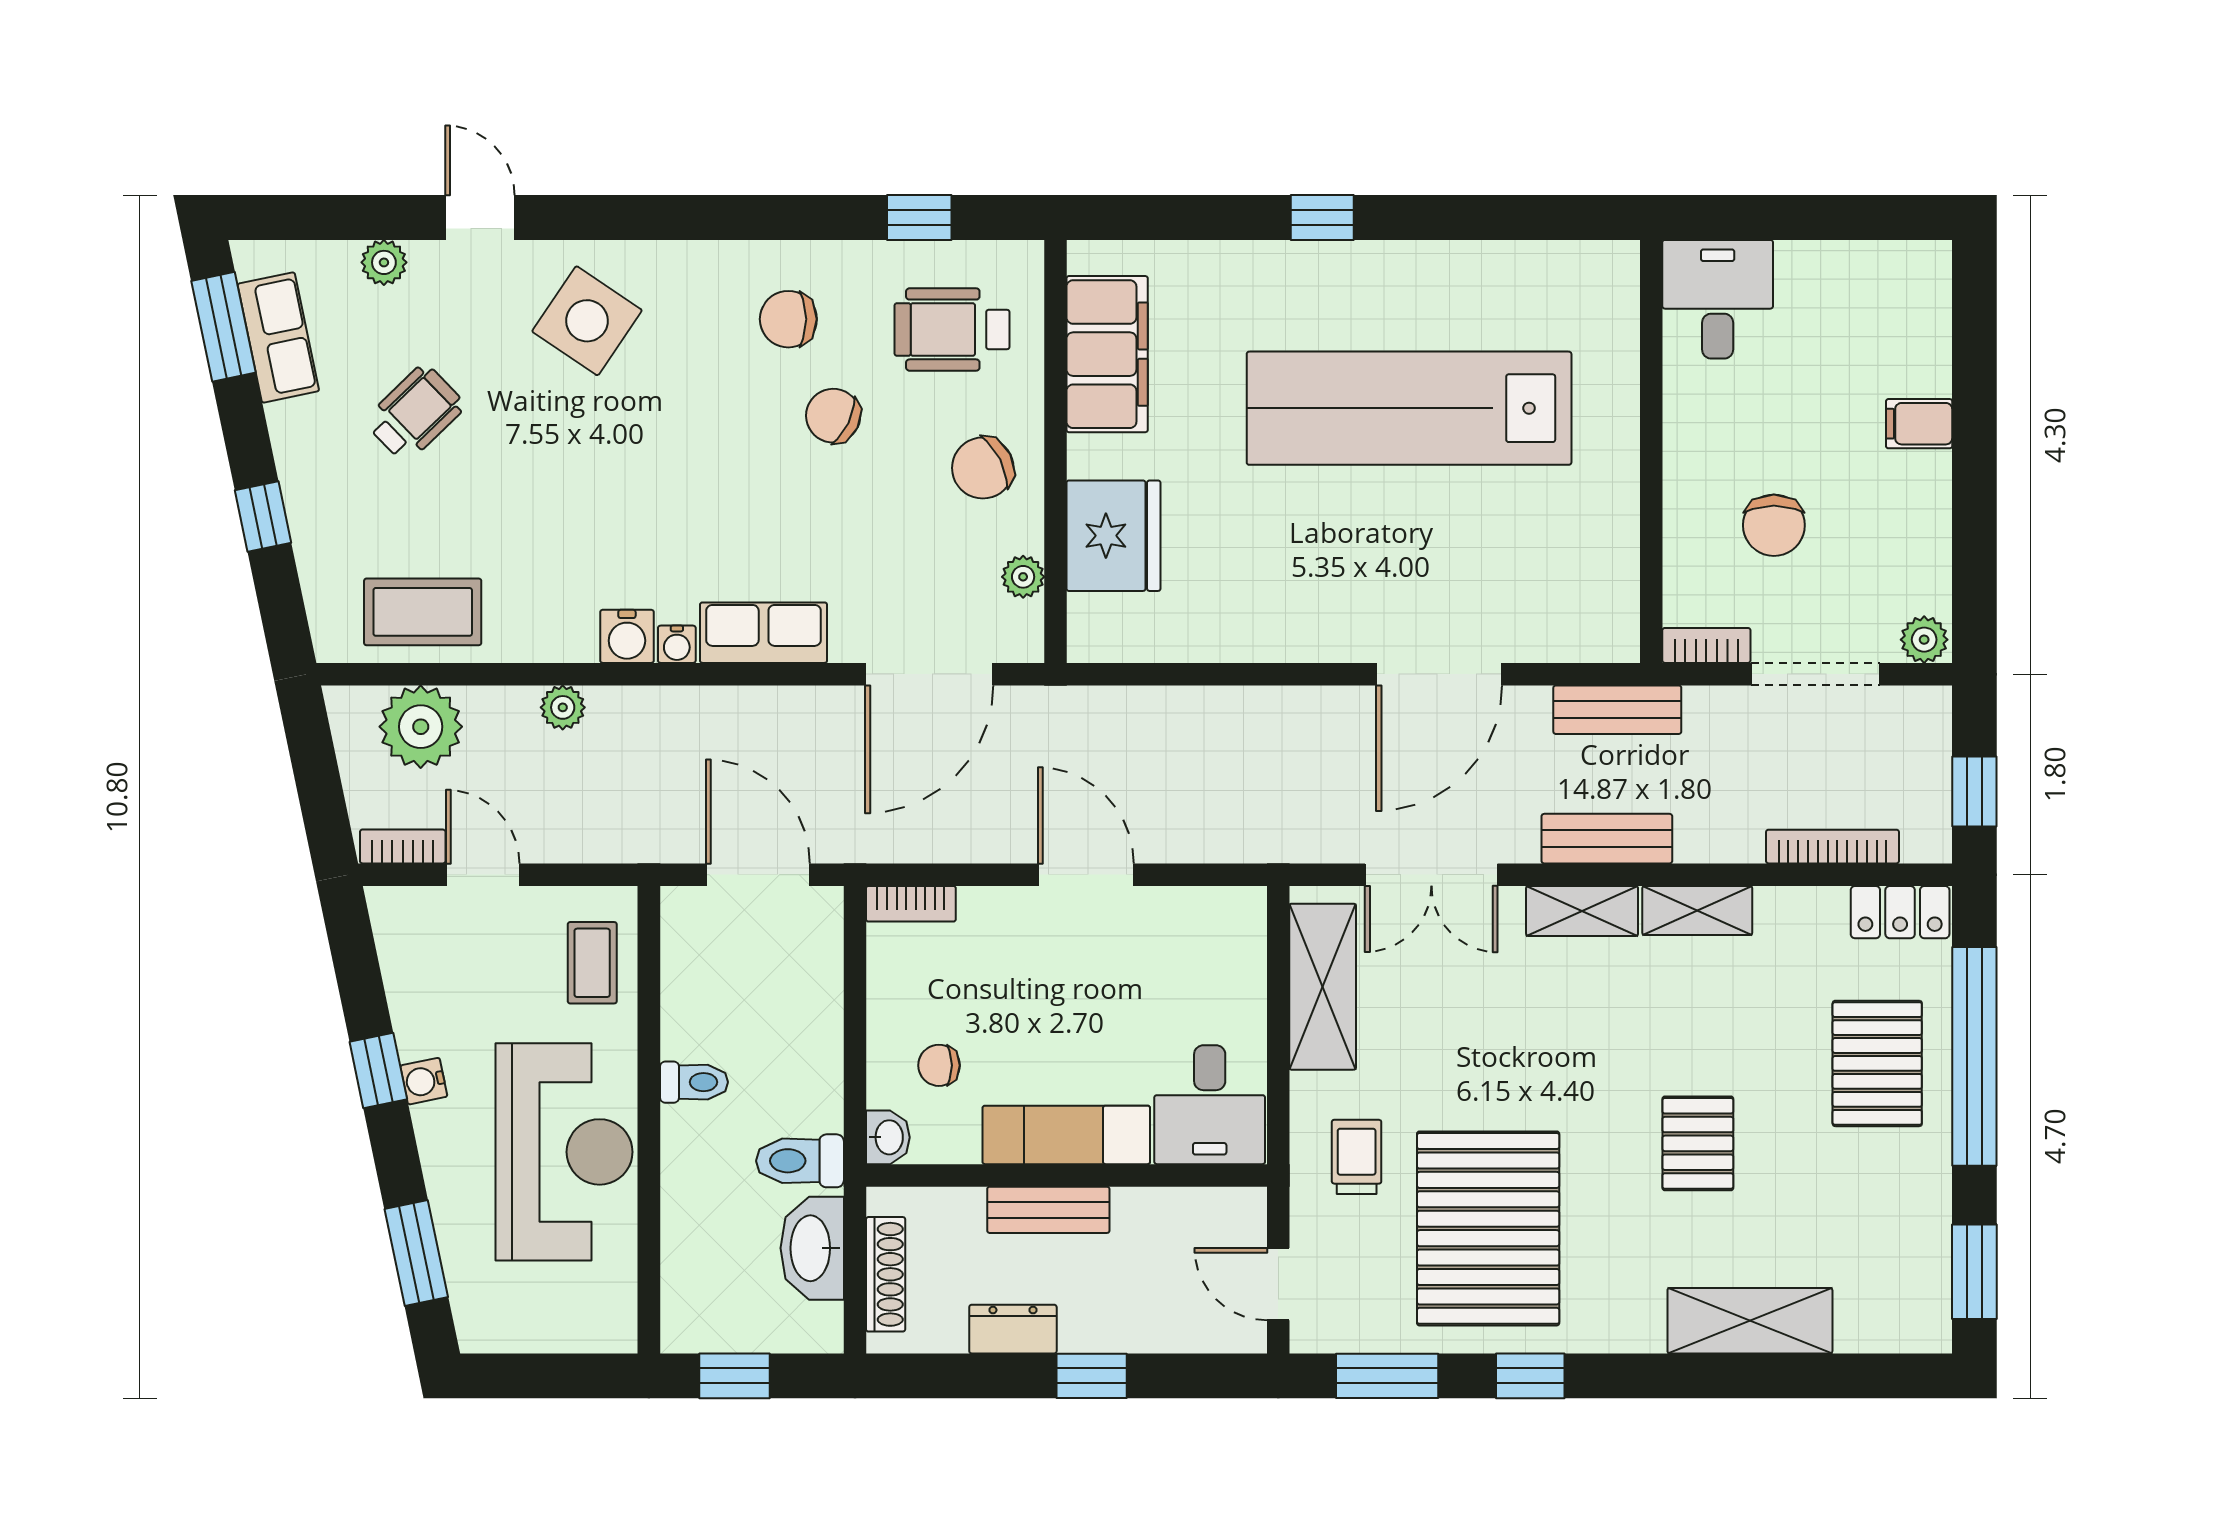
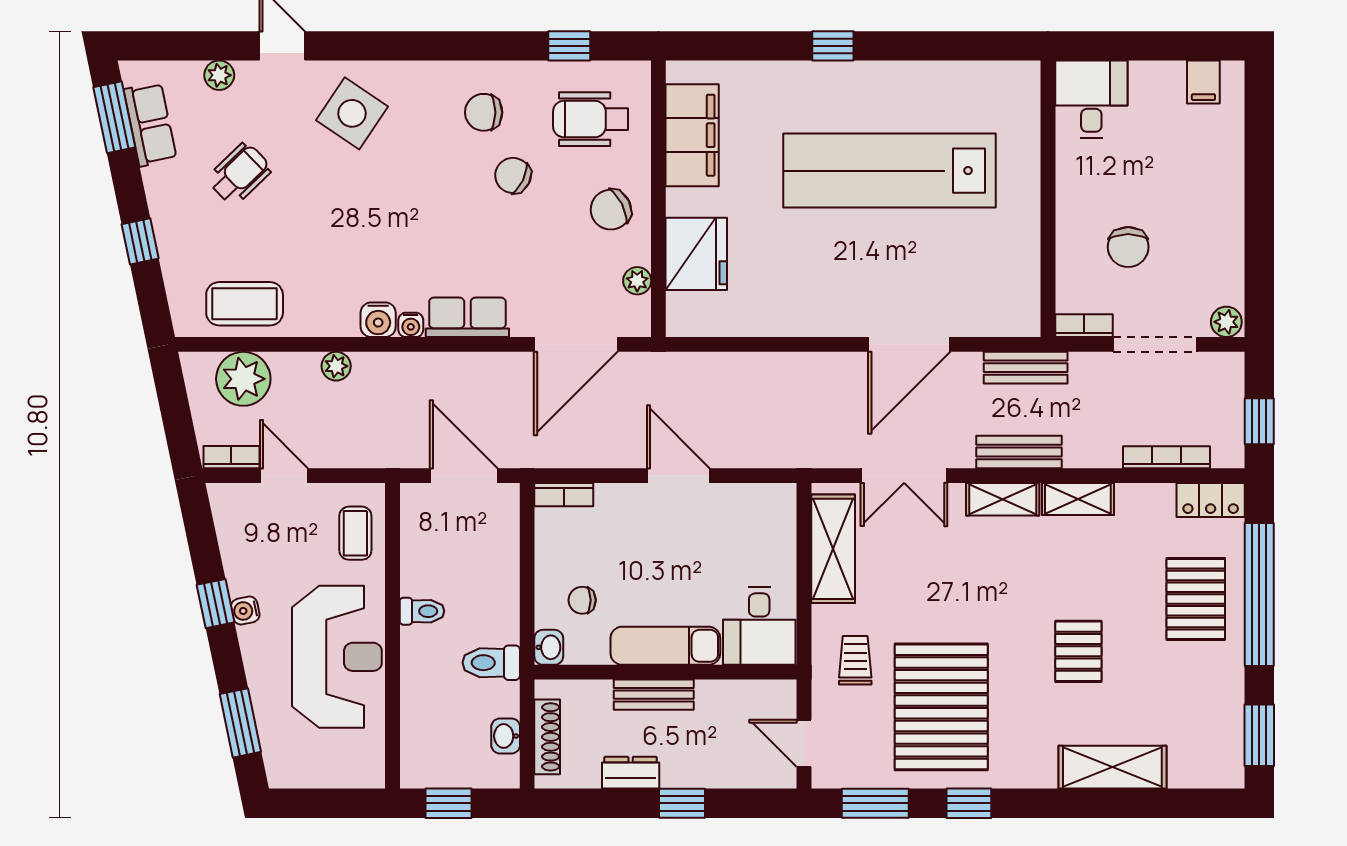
filing cabinet: (1919, 424) -> (1203, 82), moved, turned -90
washbasin: (812, 1248) -> (506, 736), width x0.52, depth x0.69

